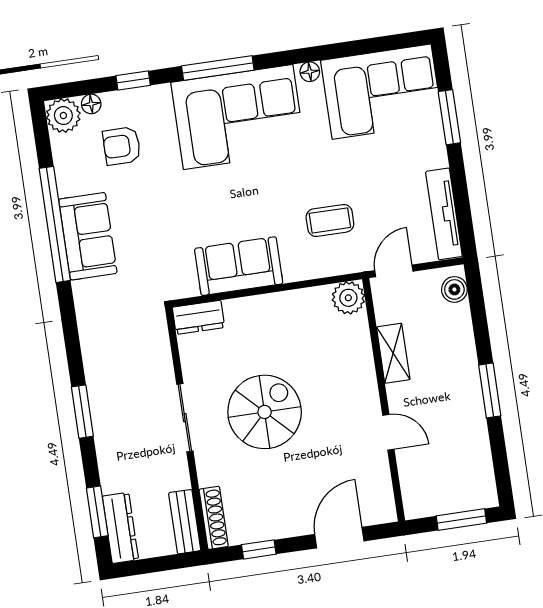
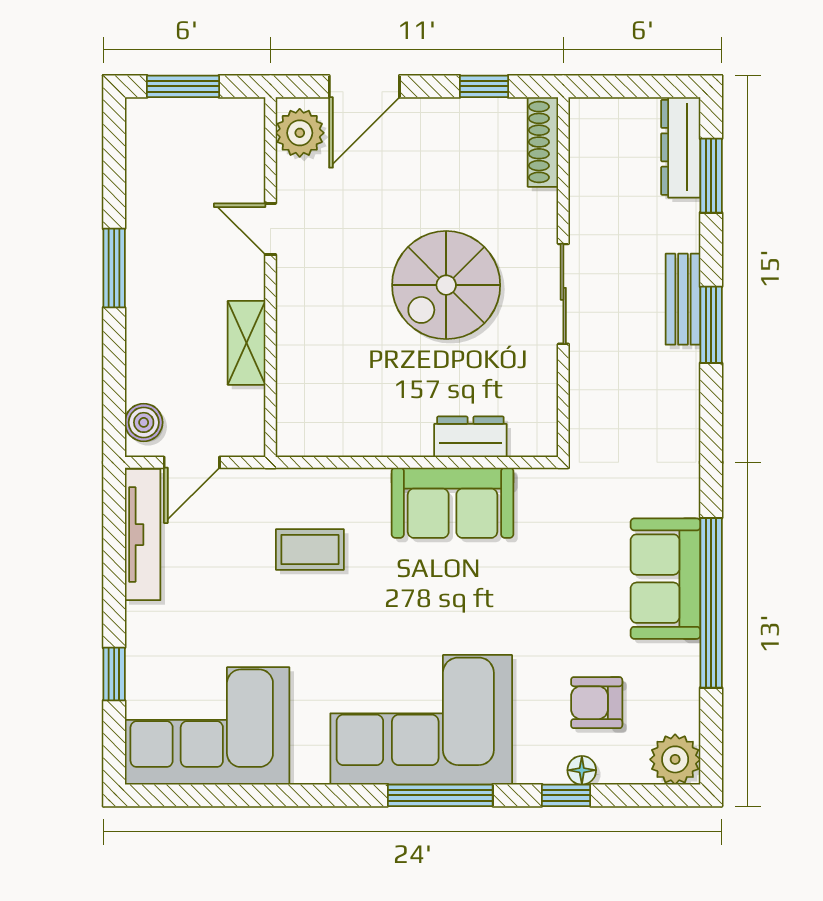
floor lamp: (310, 72) -> (307, 770), removed
floor lamp: (91, 104) -> (582, 770), moved
window: (449, 117) -> (114, 674), width x0.67
armchair: (122, 146) -> (597, 703), turned 180
door: (394, 271) -> (192, 462), moved
plant: (348, 298) -> (300, 133), moved
dresser: (198, 317) -> (470, 437), moved
bench: (185, 522) -> (683, 299), moved

